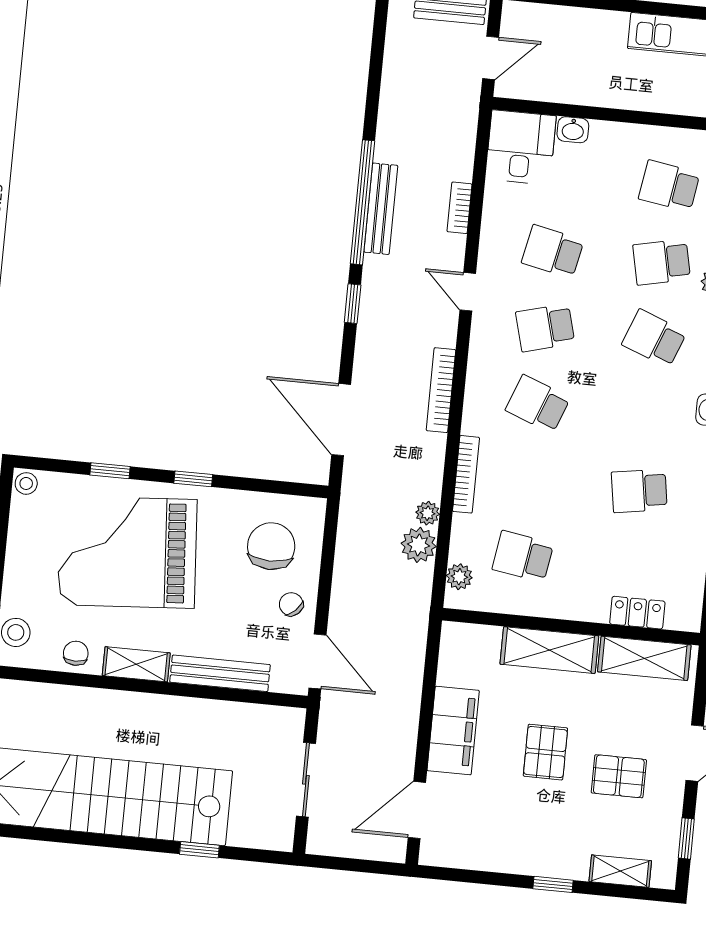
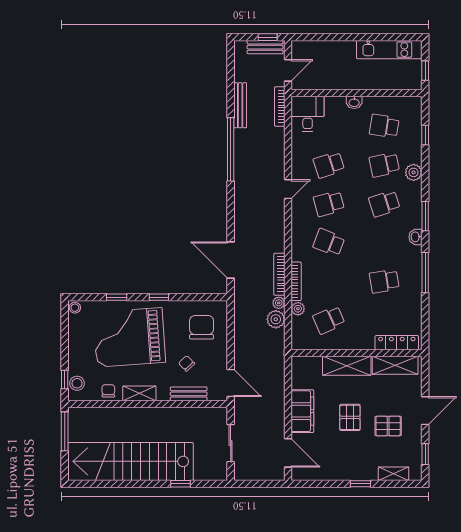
washbasin: (573, 130) -> (354, 102), moved
bookcase: (459, 208) -> (280, 106), moved, width x1.56
bench: (381, 209) -> (240, 105), moved
school desk: (553, 251) -> (329, 165), turned -30
door: (468, 292) -> (288, 189), swing flipped
window: (353, 304) -> (231, 201), removed
school desk: (654, 338) -> (384, 204), turned -39
bookcase: (441, 390) -> (279, 274), moved
school desk: (523, 556) -> (329, 320), turned -33
plant: (459, 577) -> (298, 309), moved
chair: (291, 604) -> (187, 363), moved
locker: (637, 613) -> (397, 343), width x1.53
bench: (220, 673) -> (189, 394), width x0.73
door: (417, 810) -> (288, 453), swing flipped

